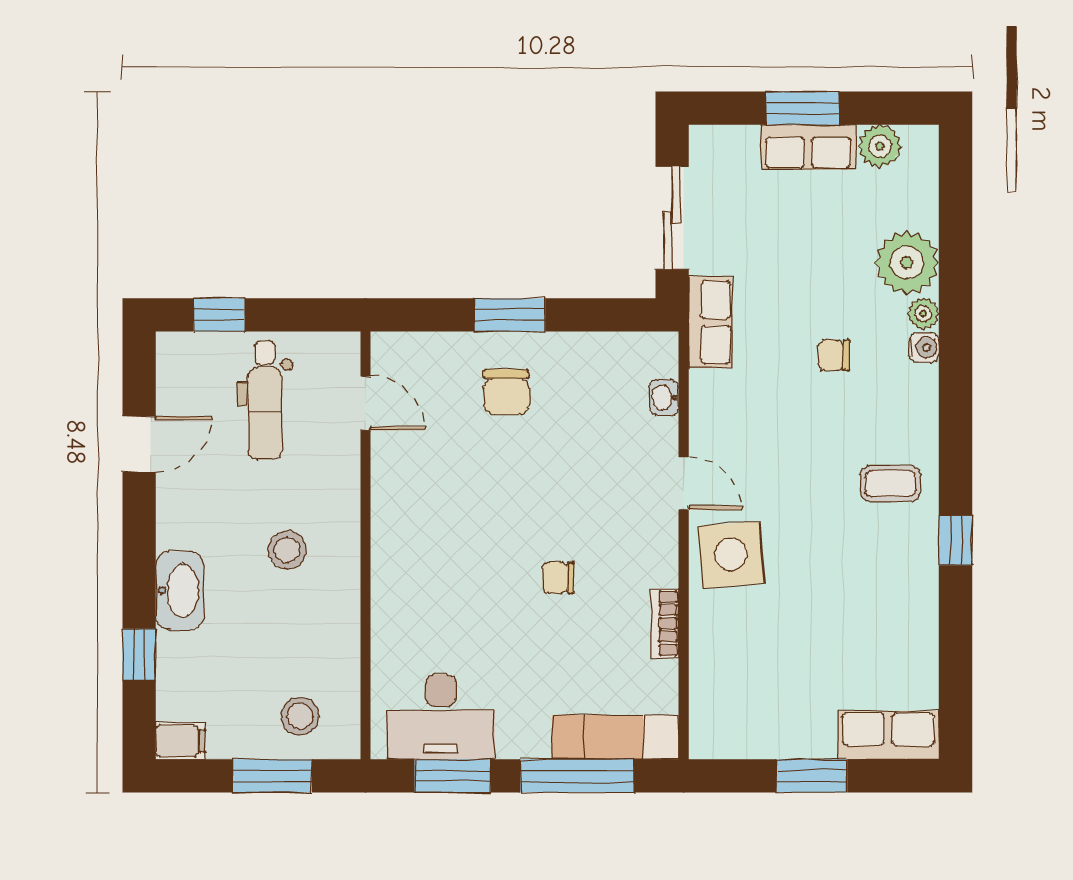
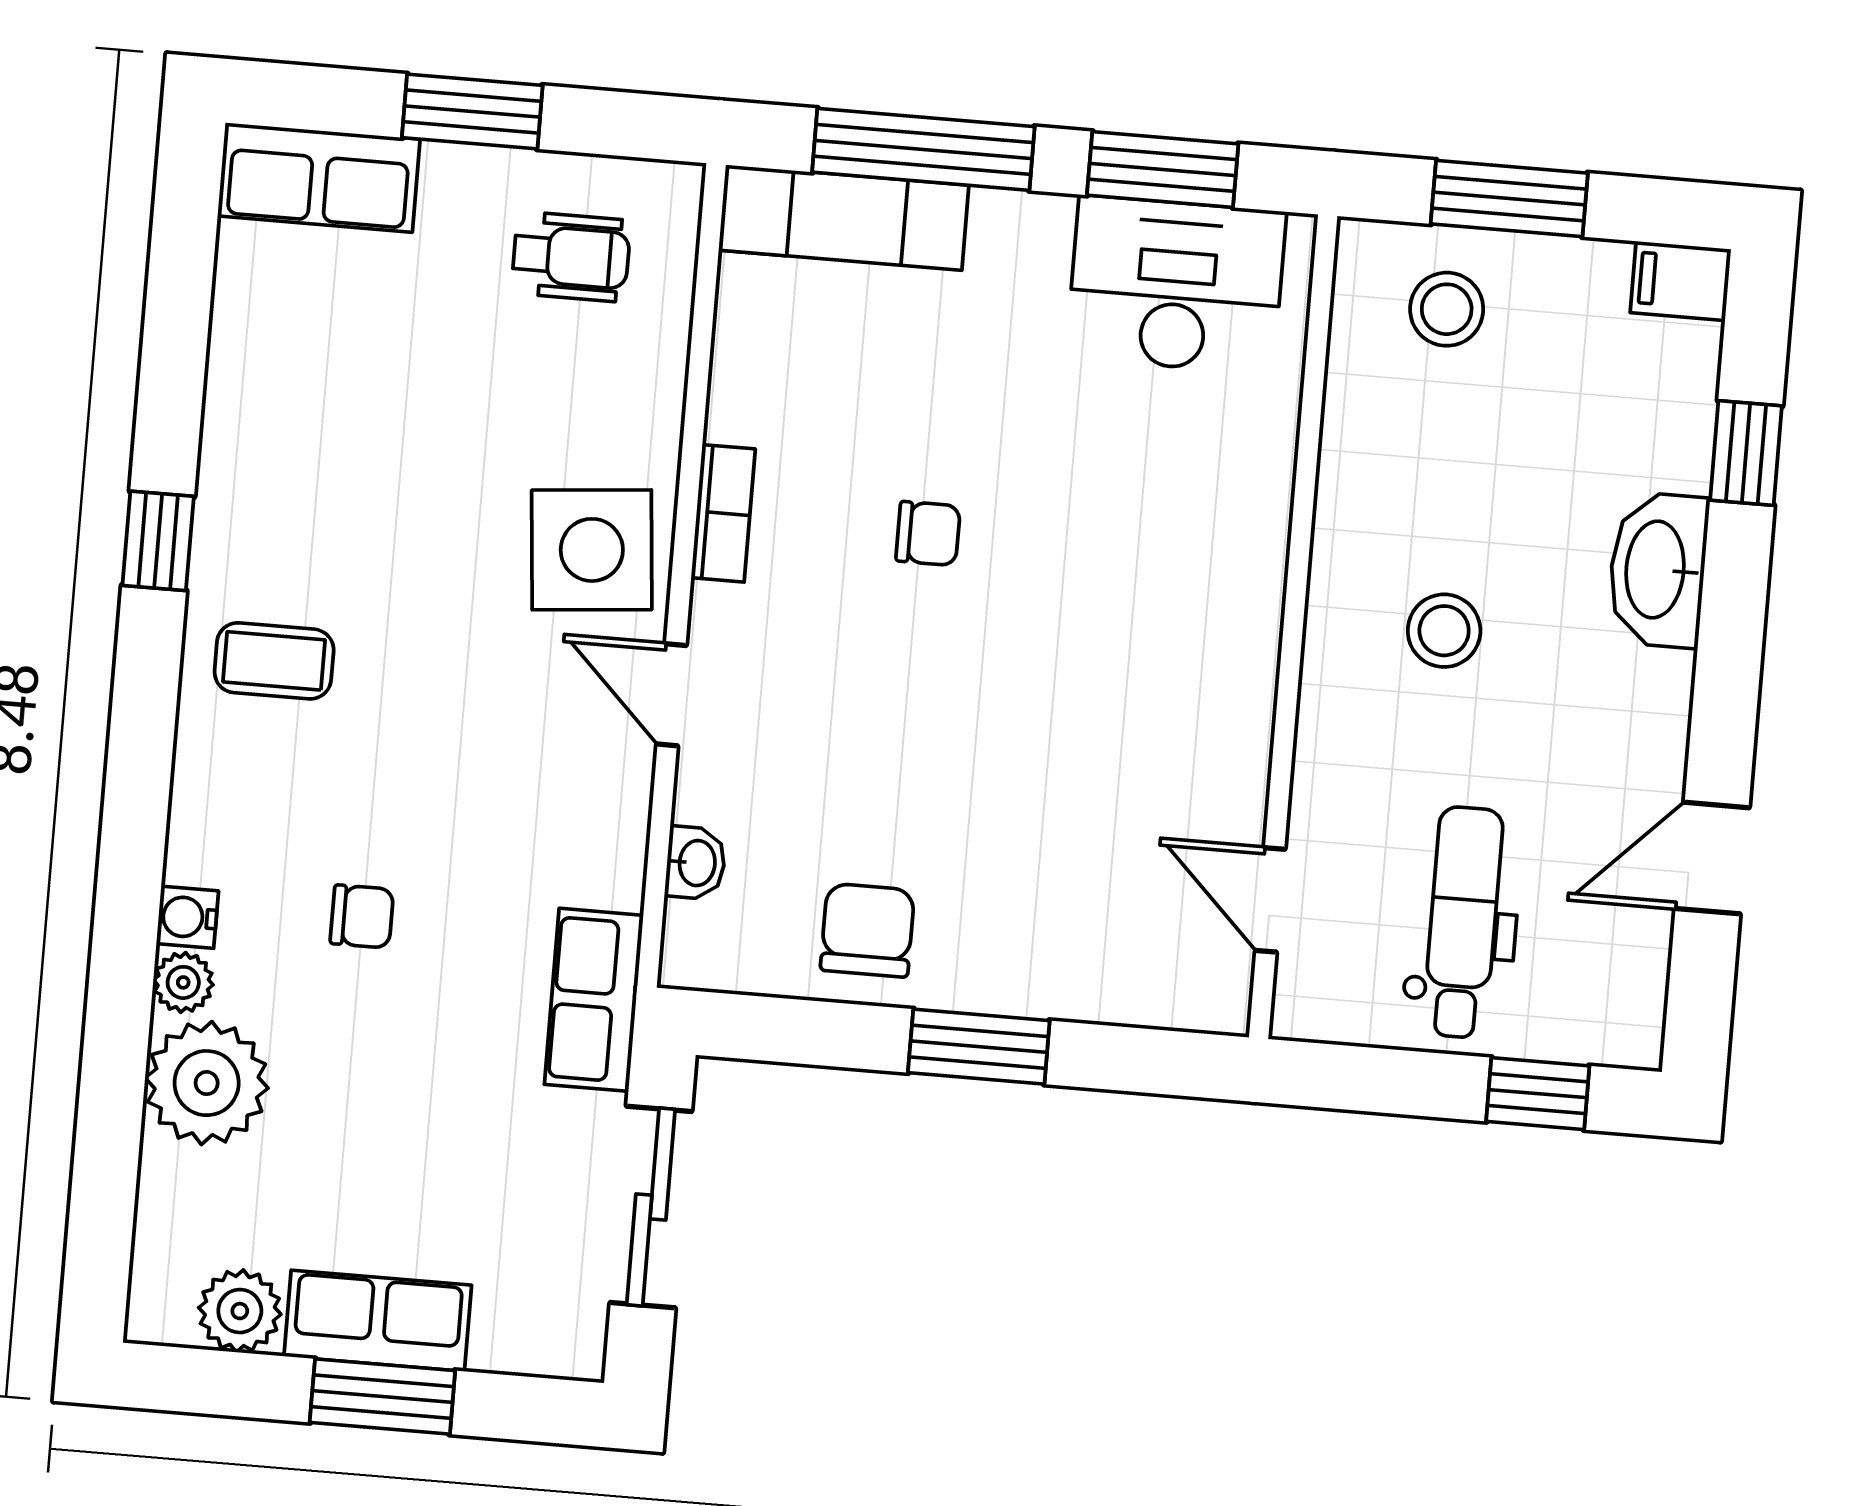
chair: (506, 392) -> (867, 930), moved
bookcase: (665, 623) -> (723, 513), moved
wheelchair: (755, 705) -> (571, 257), added

